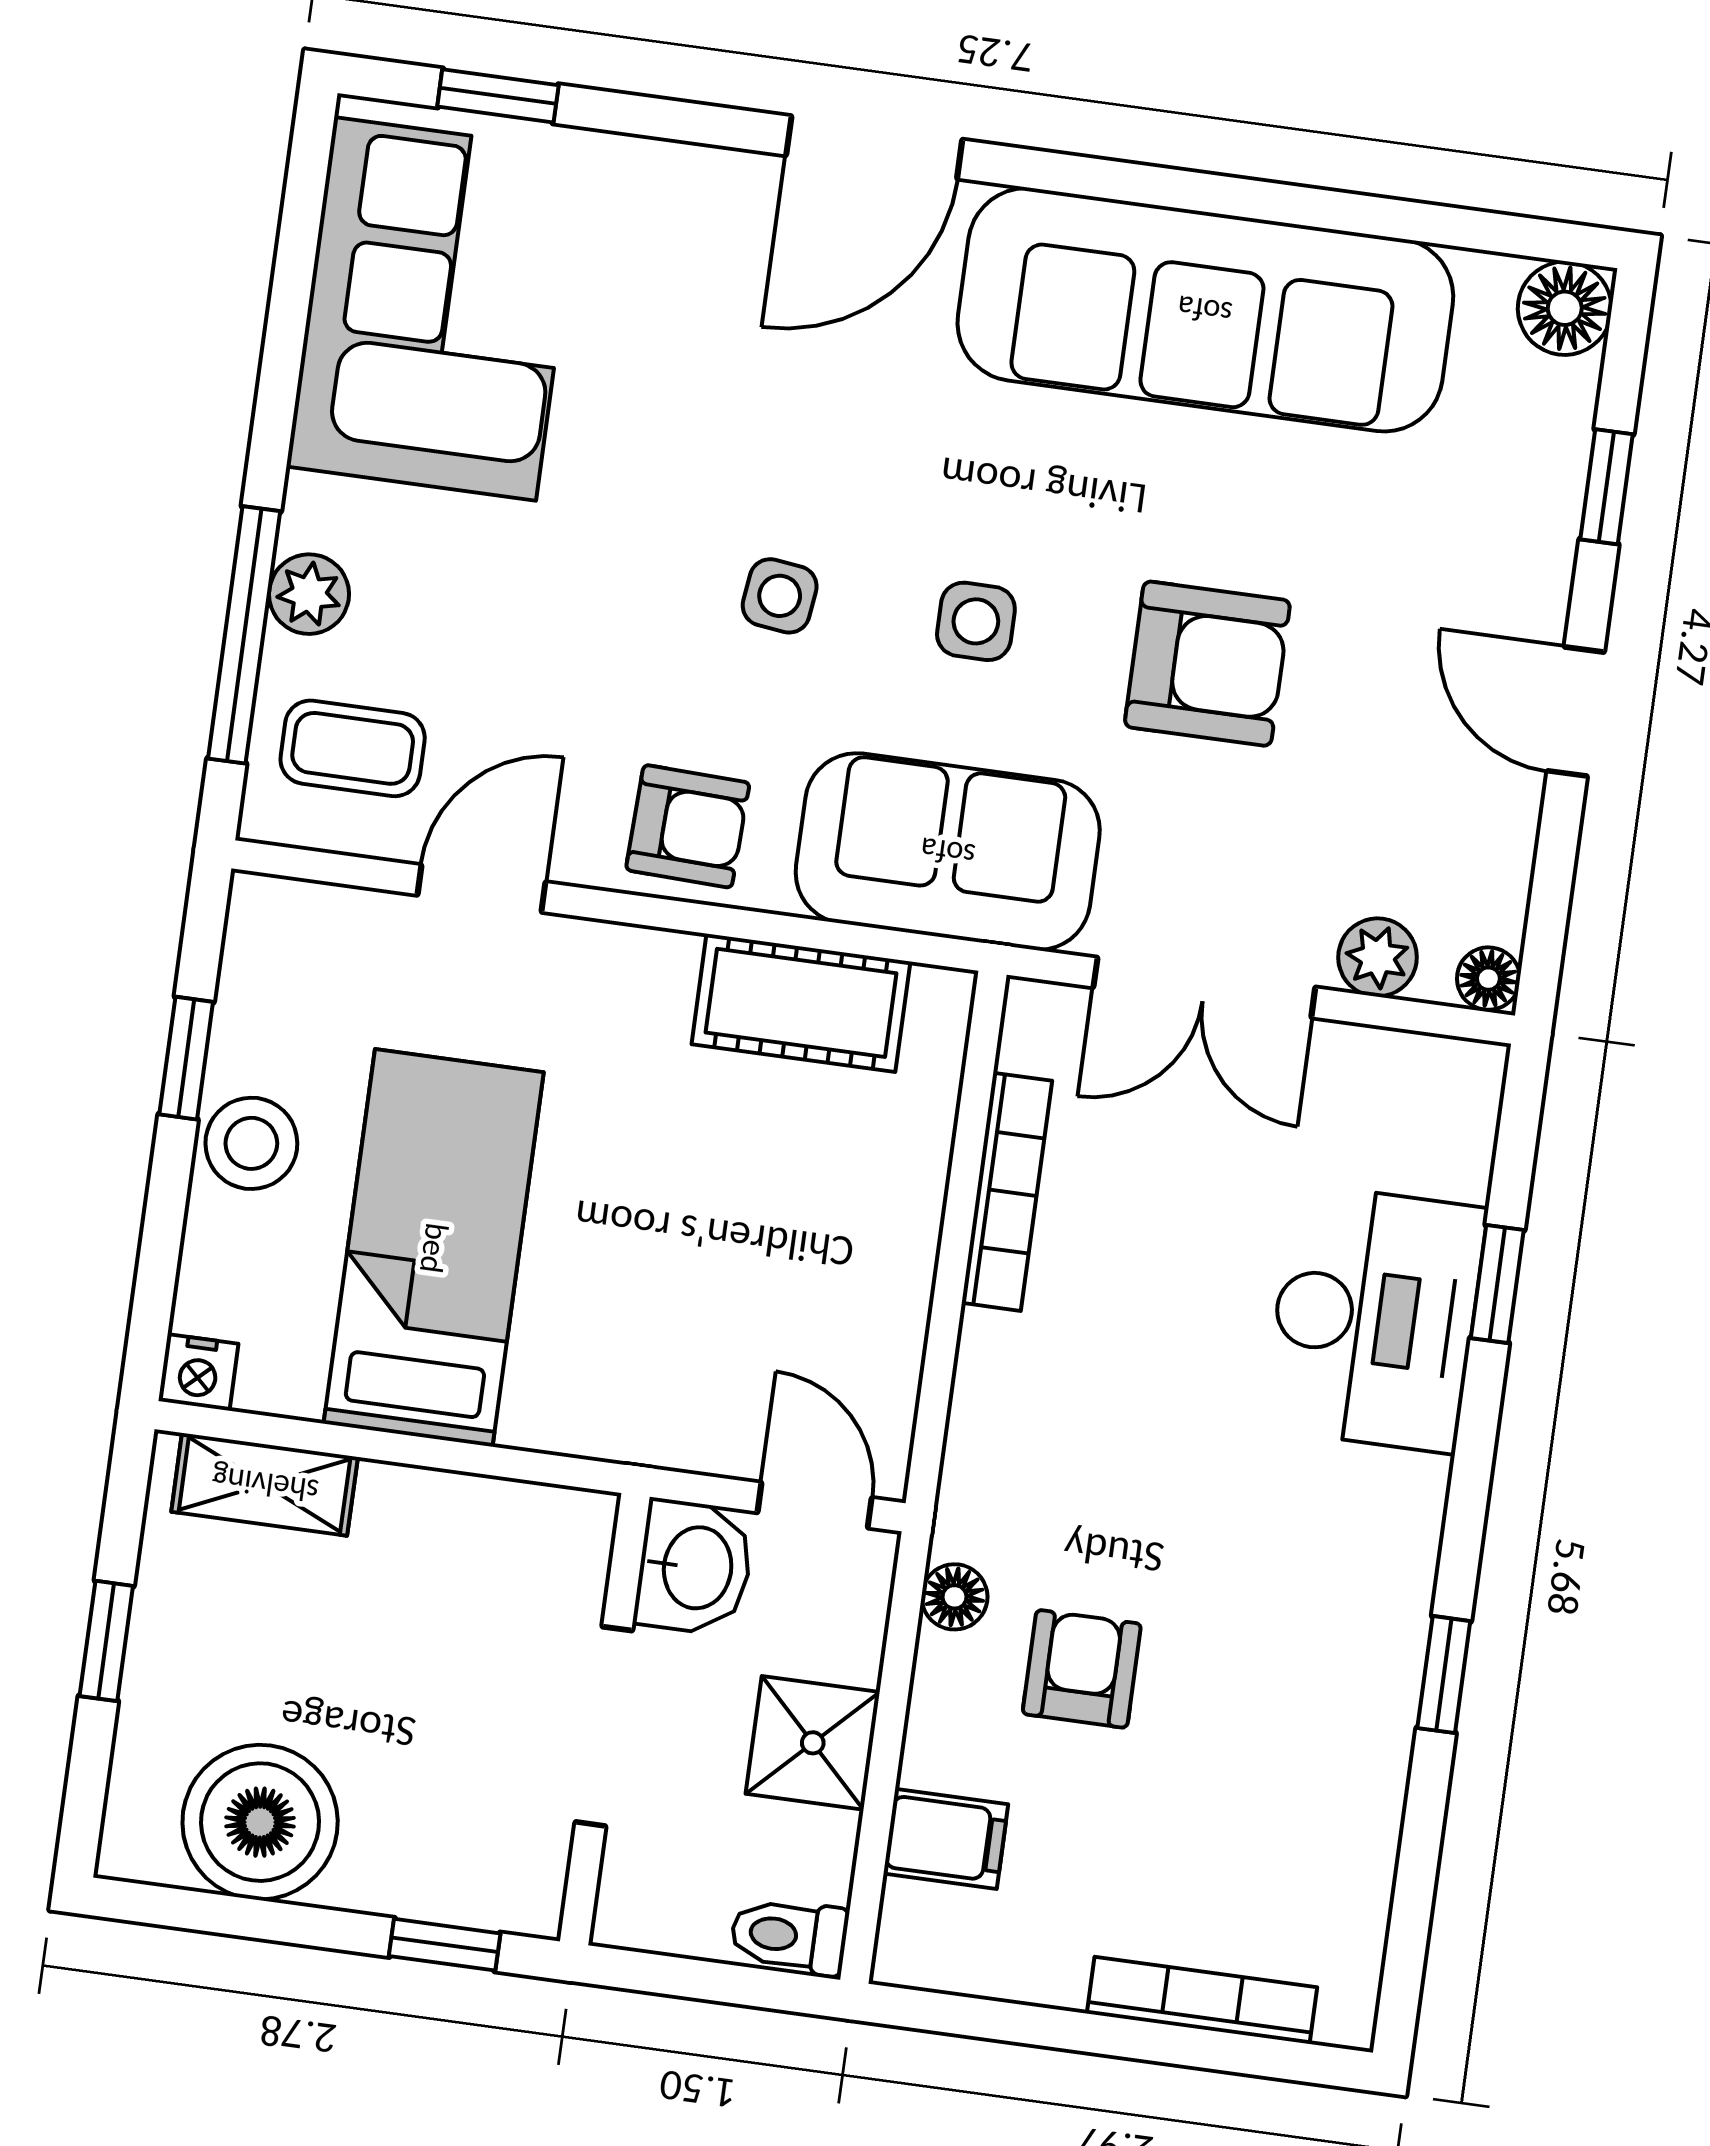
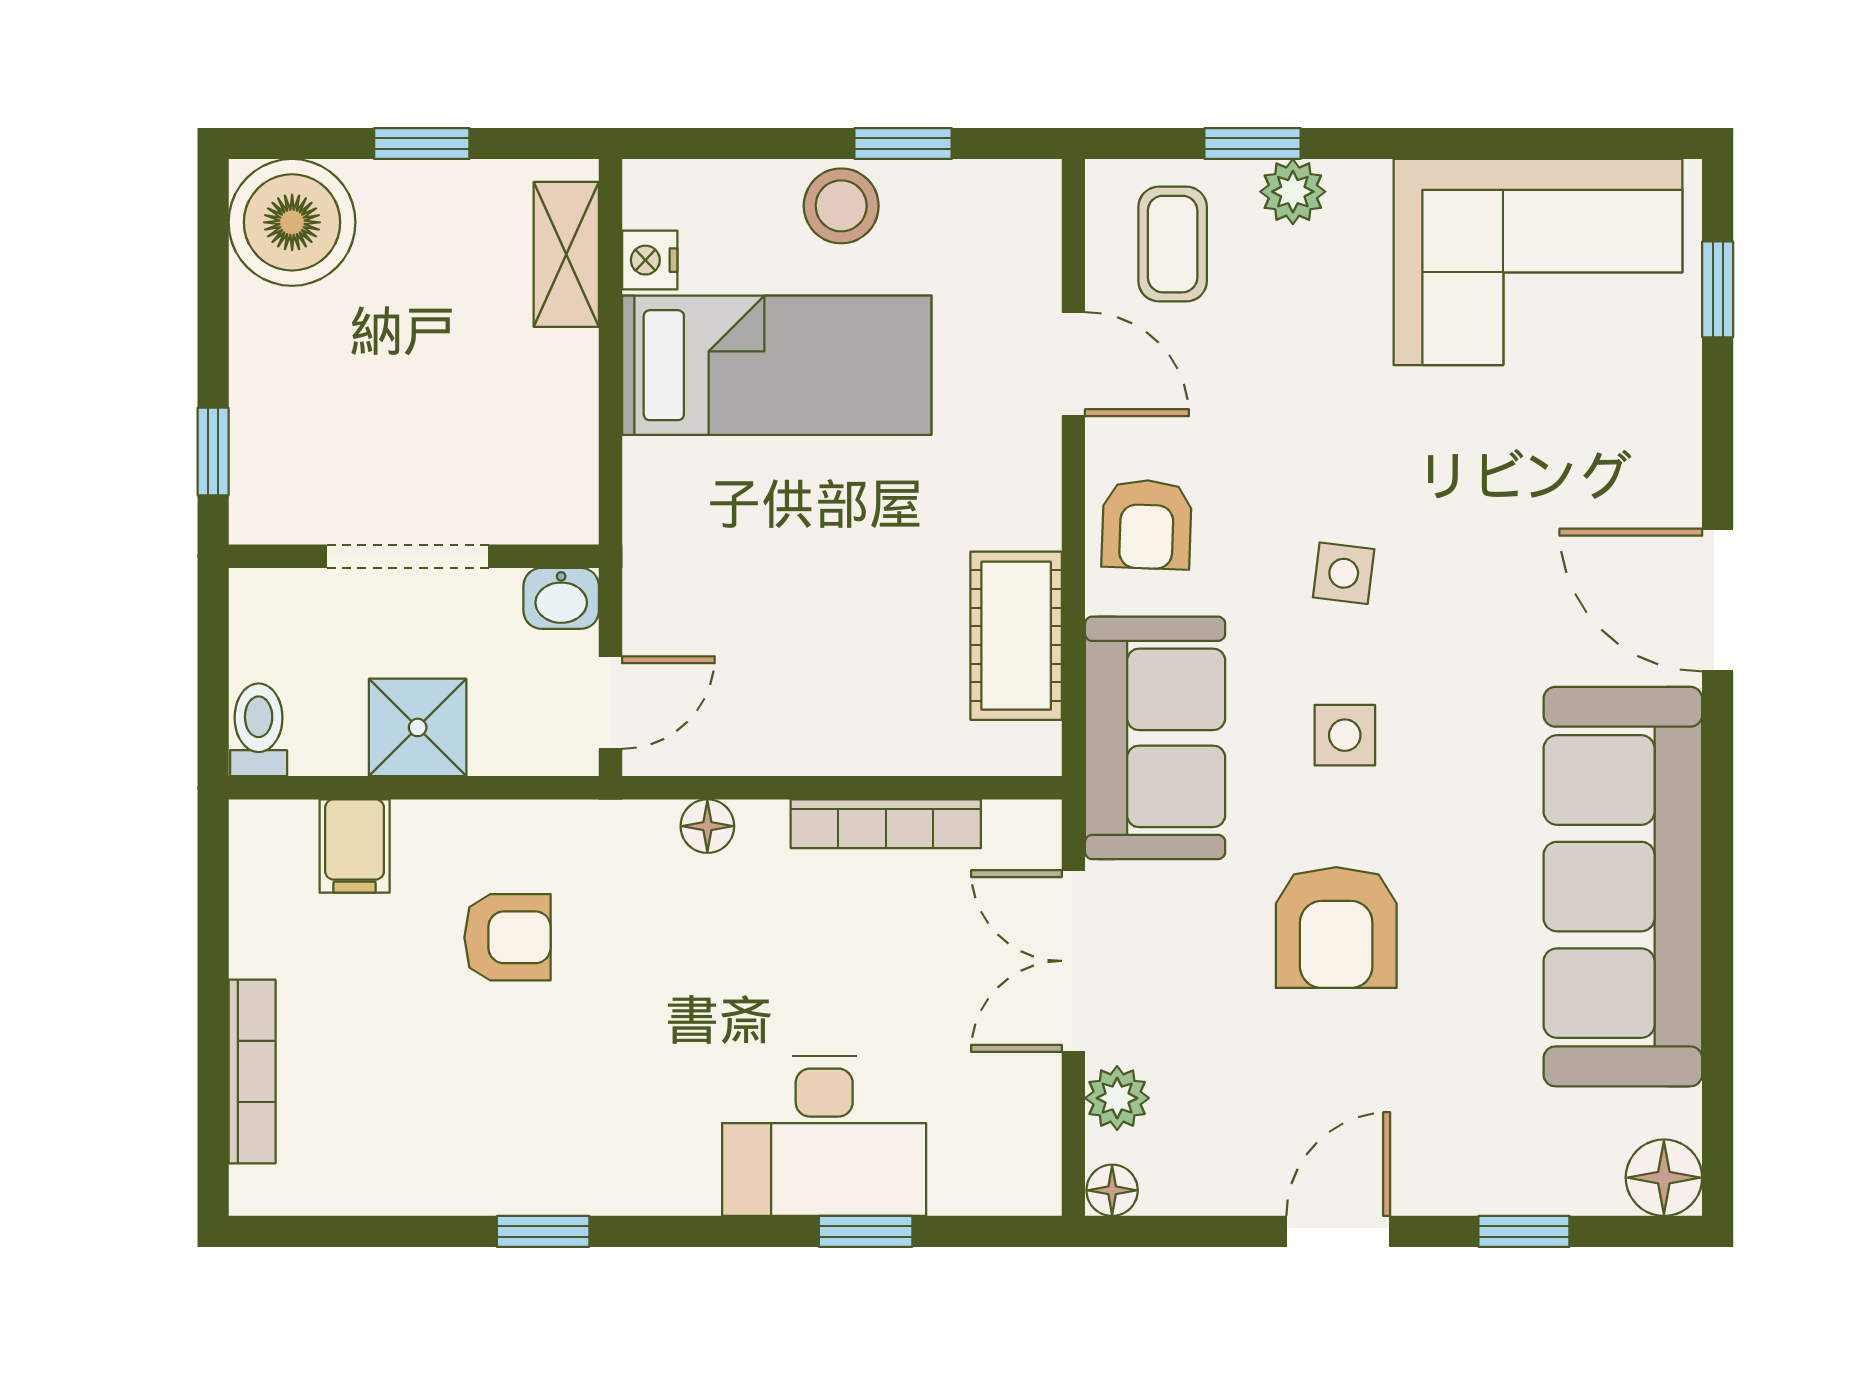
window: (244, 635) -> (1253, 144), width x0.46
nightstand: (198, 1372) -> (650, 260), moved
washbasin: (694, 1567) -> (561, 598), width x0.72, depth x0.69
floor lamp: (955, 1597) -> (707, 826), moved
boiler: (260, 1822) -> (292, 222), moved

